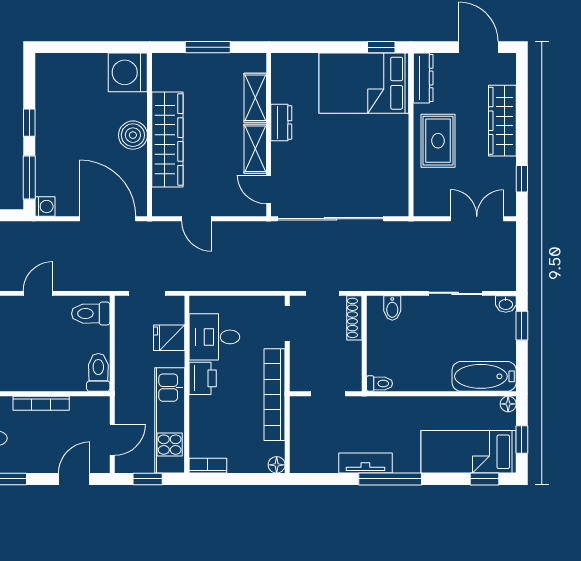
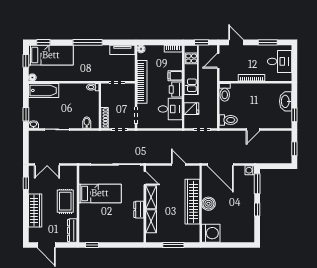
bed: (364, 83) -> (100, 193), moved, width x0.67
filing cabinet: (204, 408) -> (175, 76), added
tv unit: (365, 463) -> (122, 50), moved
door: (74, 479) -> (236, 42), swing flipped

